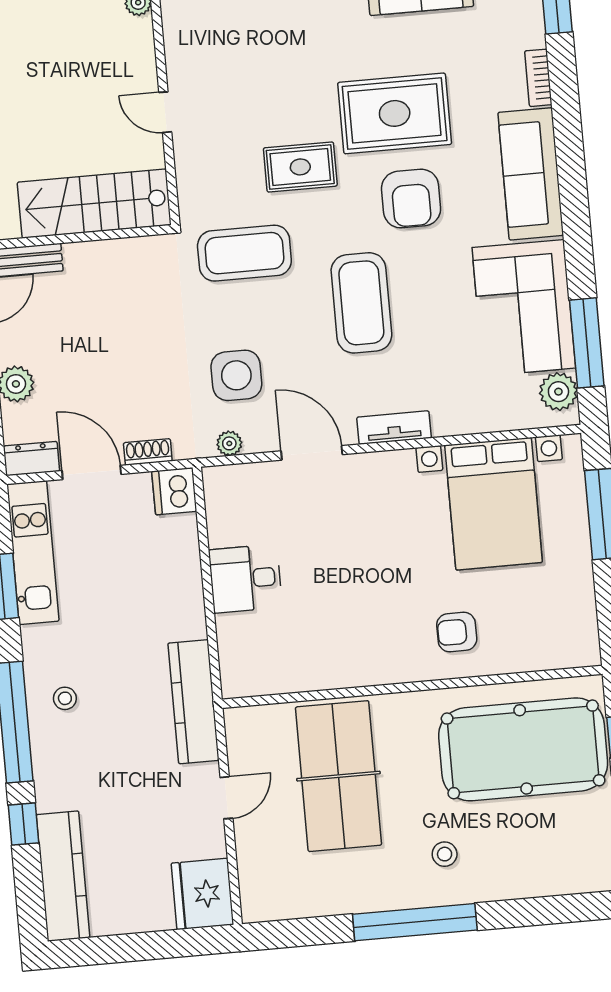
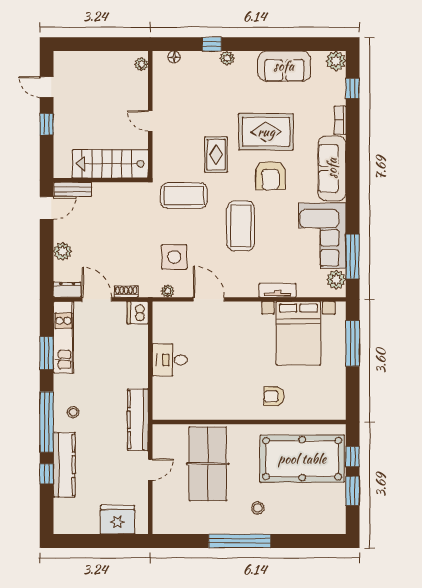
rug: (300, 167) -> (216, 155), turned 90
tv unit: (394, 428) -> (277, 290), moved
kitchen counter: (63, 876) -> (64, 465), moved
fridge: (202, 894) -> (118, 520), moved, turned 90

